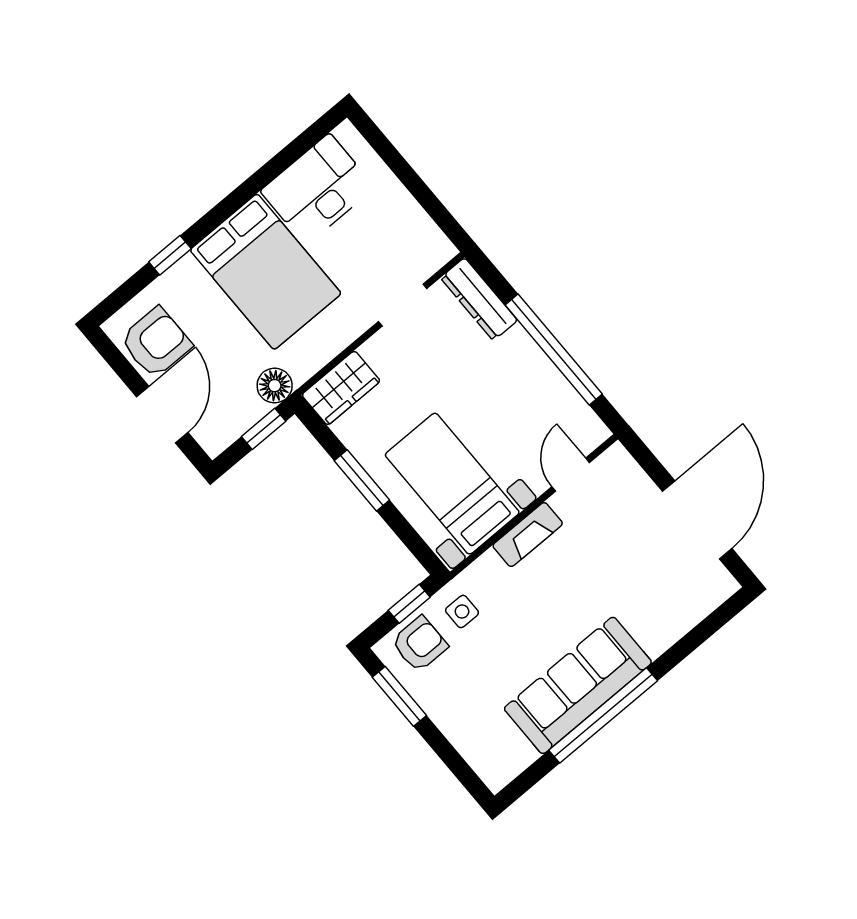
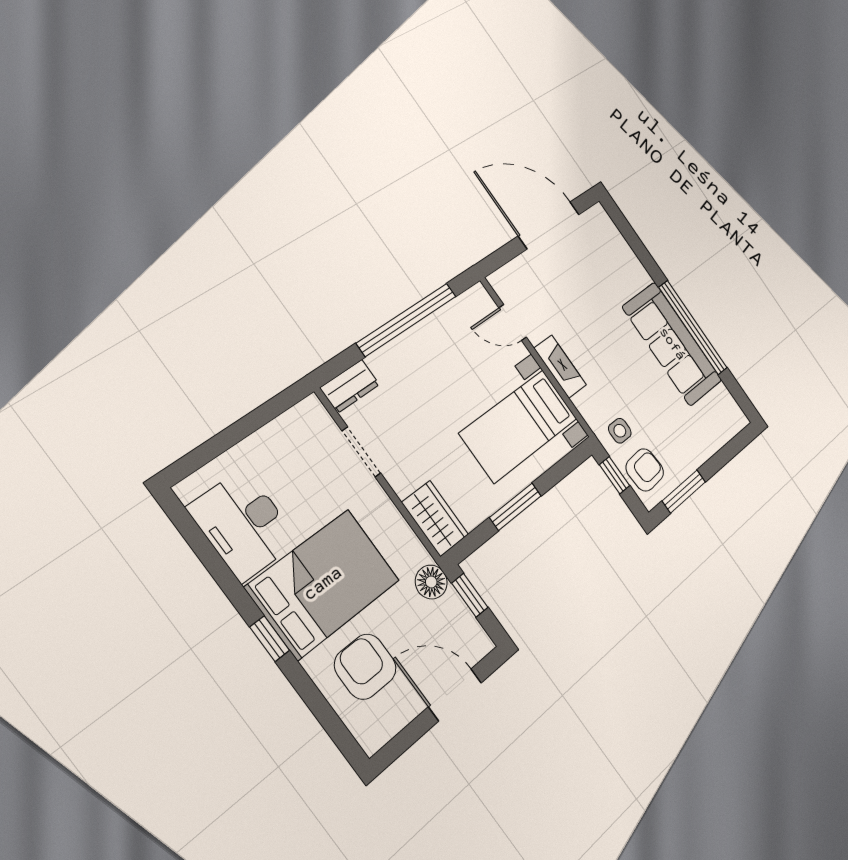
window: (170, 255) -> (270, 639), moved
dresser: (479, 299) -> (350, 386), width x0.70
armchair: (156, 342) -> (365, 667), moved
armchair: (420, 644) -> (645, 470), turned 86

